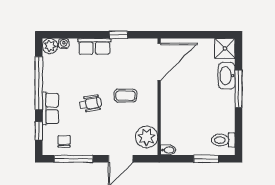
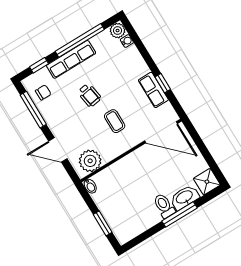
row of seats: (94, 46) -> (153, 90), moved
row of seats: (50, 108) -> (71, 59), width x1.48
toilet: (223, 140) -> (164, 206), moved

